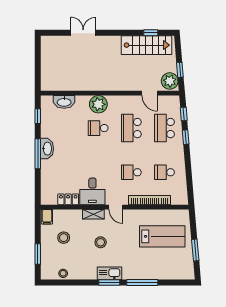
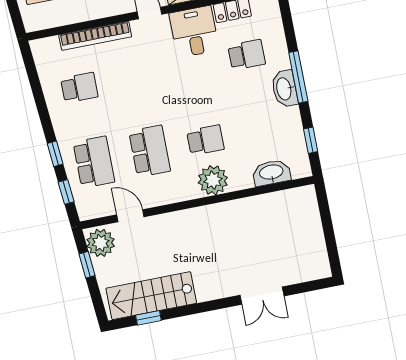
school desk: (131, 172) -> (247, 55), moved

